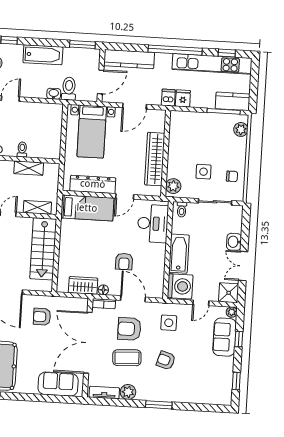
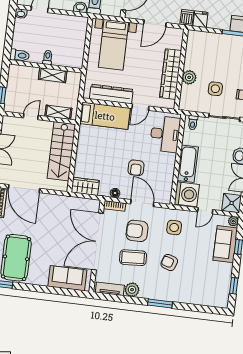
plant: (173, 186) -> (189, 77), moved
wardrobe: (83, 285) -> (85, 186), moved
armchair: (42, 317) -> (56, 214), removed

